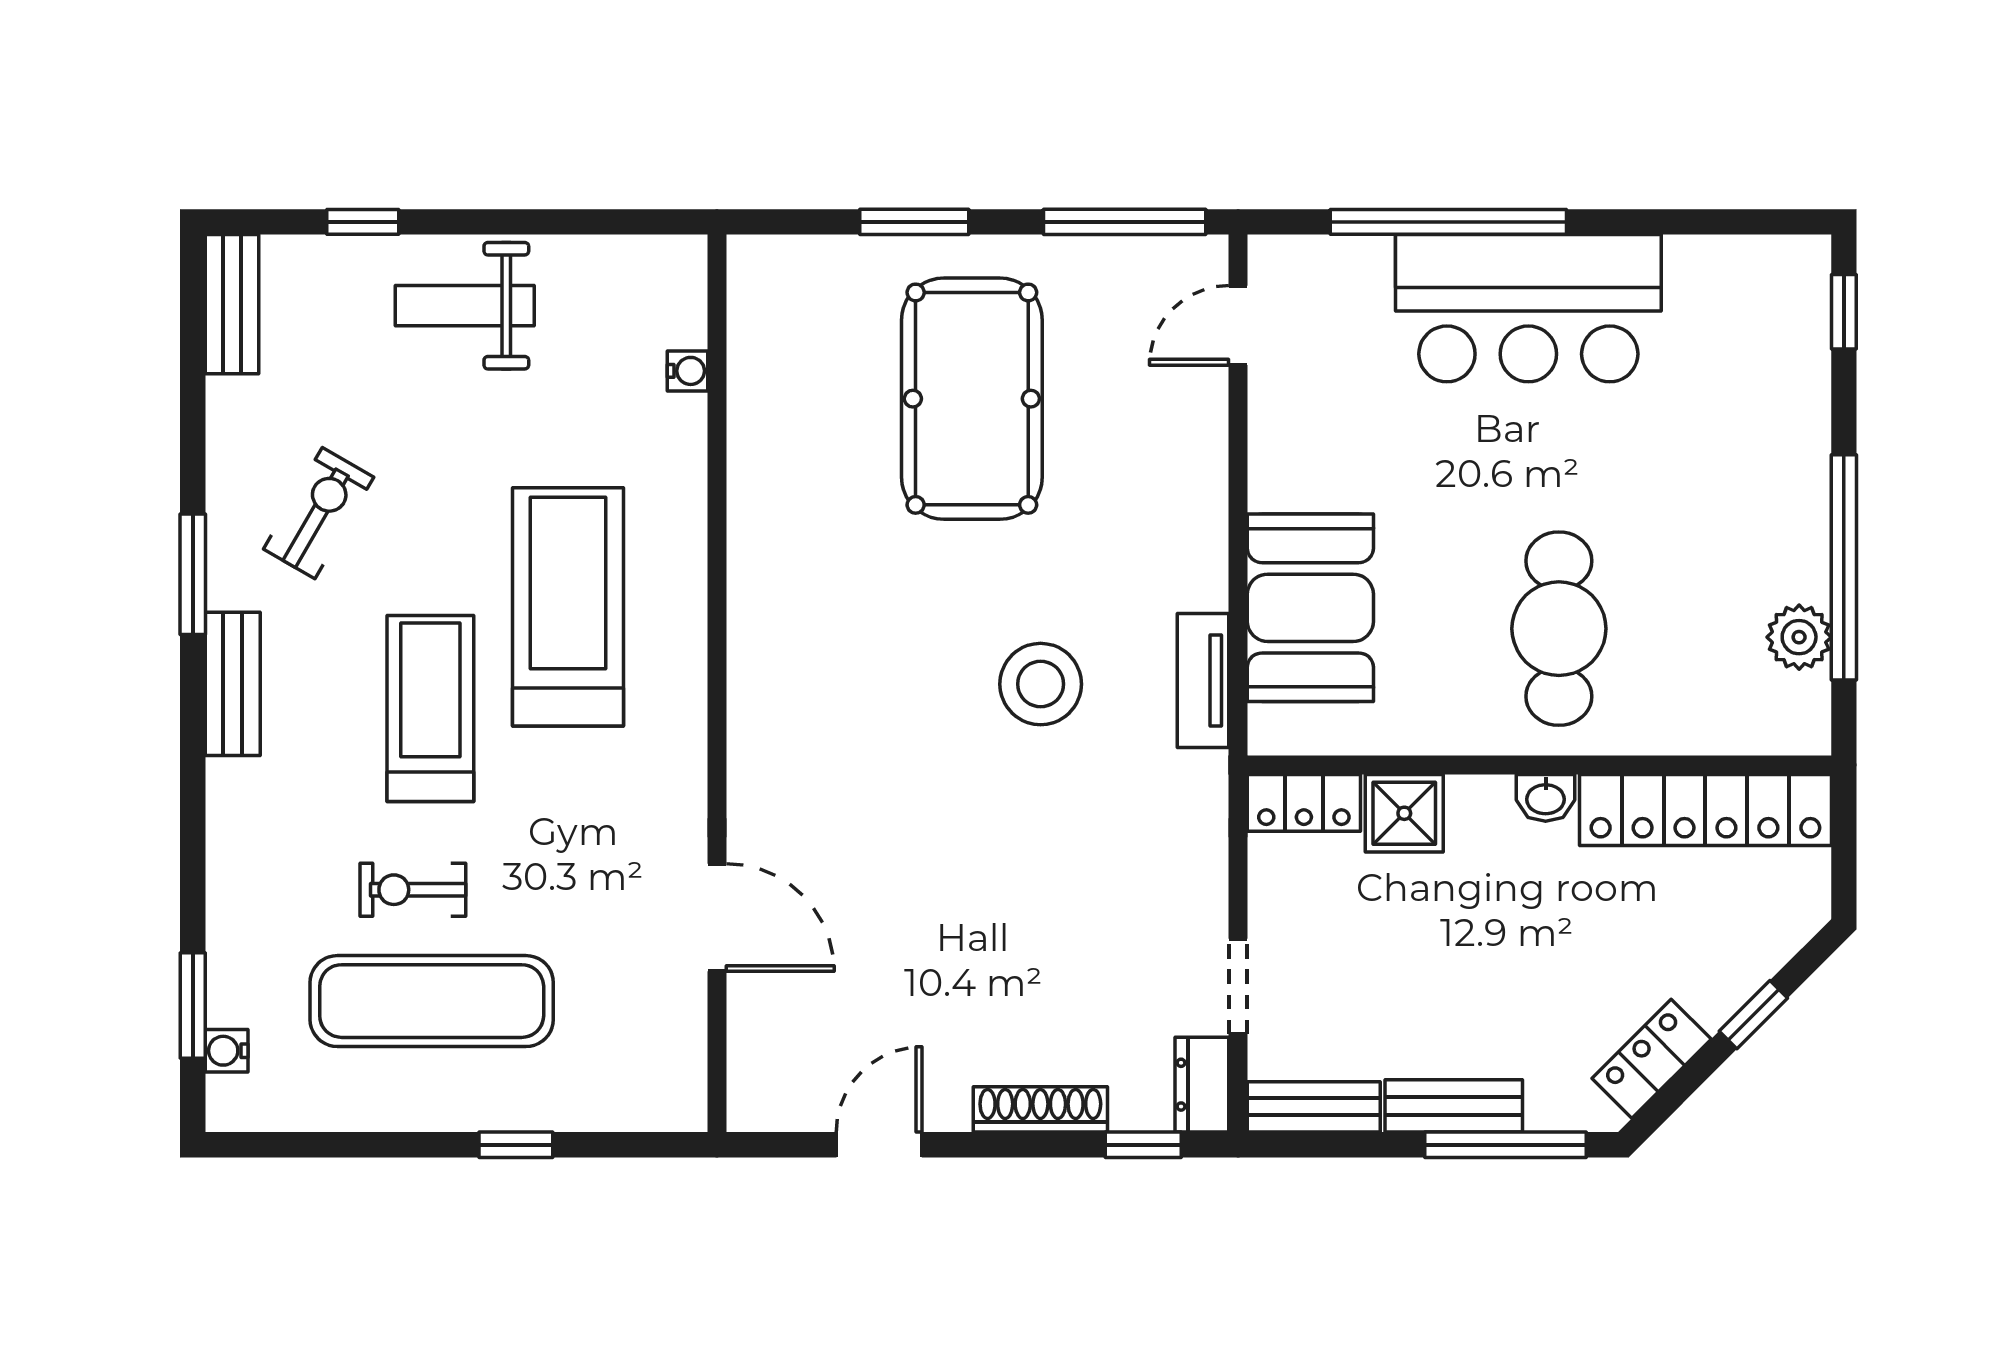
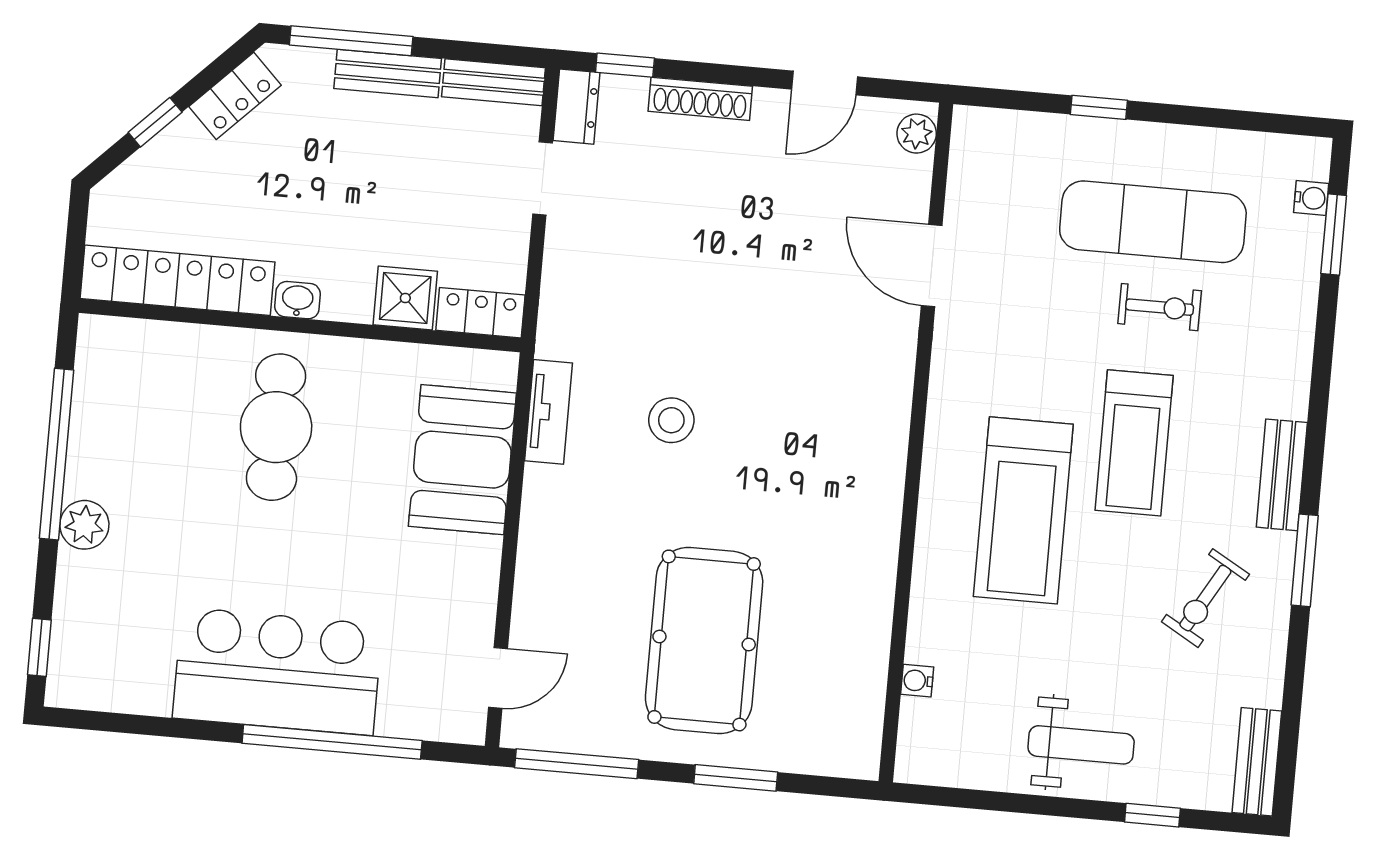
plant: (1799, 637) -> (84, 525), moved
stool: (1041, 684) -> (671, 420), width x0.73, depth x0.73
plant: (752, 1089) -> (917, 134), added

